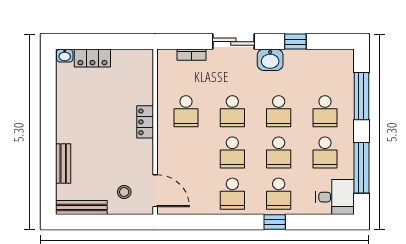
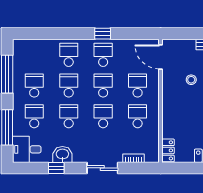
washbasin: (270, 60) -> (62, 154), moved
locker: (145, 122) -> (168, 150), moved
school desk: (186, 152) -> (138, 86), added
stool: (124, 192) -> (191, 80), moved
desk: (335, 197) -> (27, 149), moved
window: (275, 222) -> (103, 34), moved

